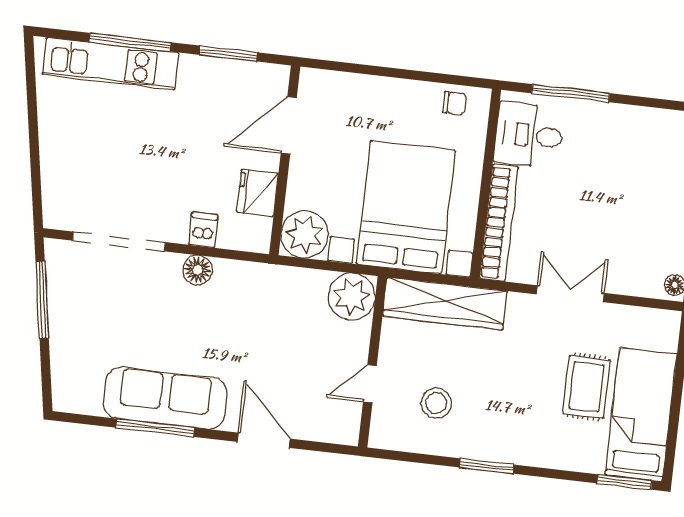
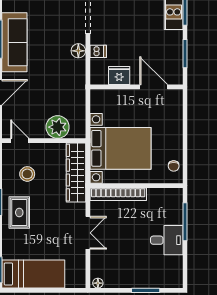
desk: (529, 135) -> (167, 240), moved, turned 90
plant: (304, 235) -> (102, 101), removed
plant: (352, 297) -> (58, 127), moved
door: (370, 384) -> (20, 141), moved
rug: (586, 387) -> (19, 212), moved, turned 90

